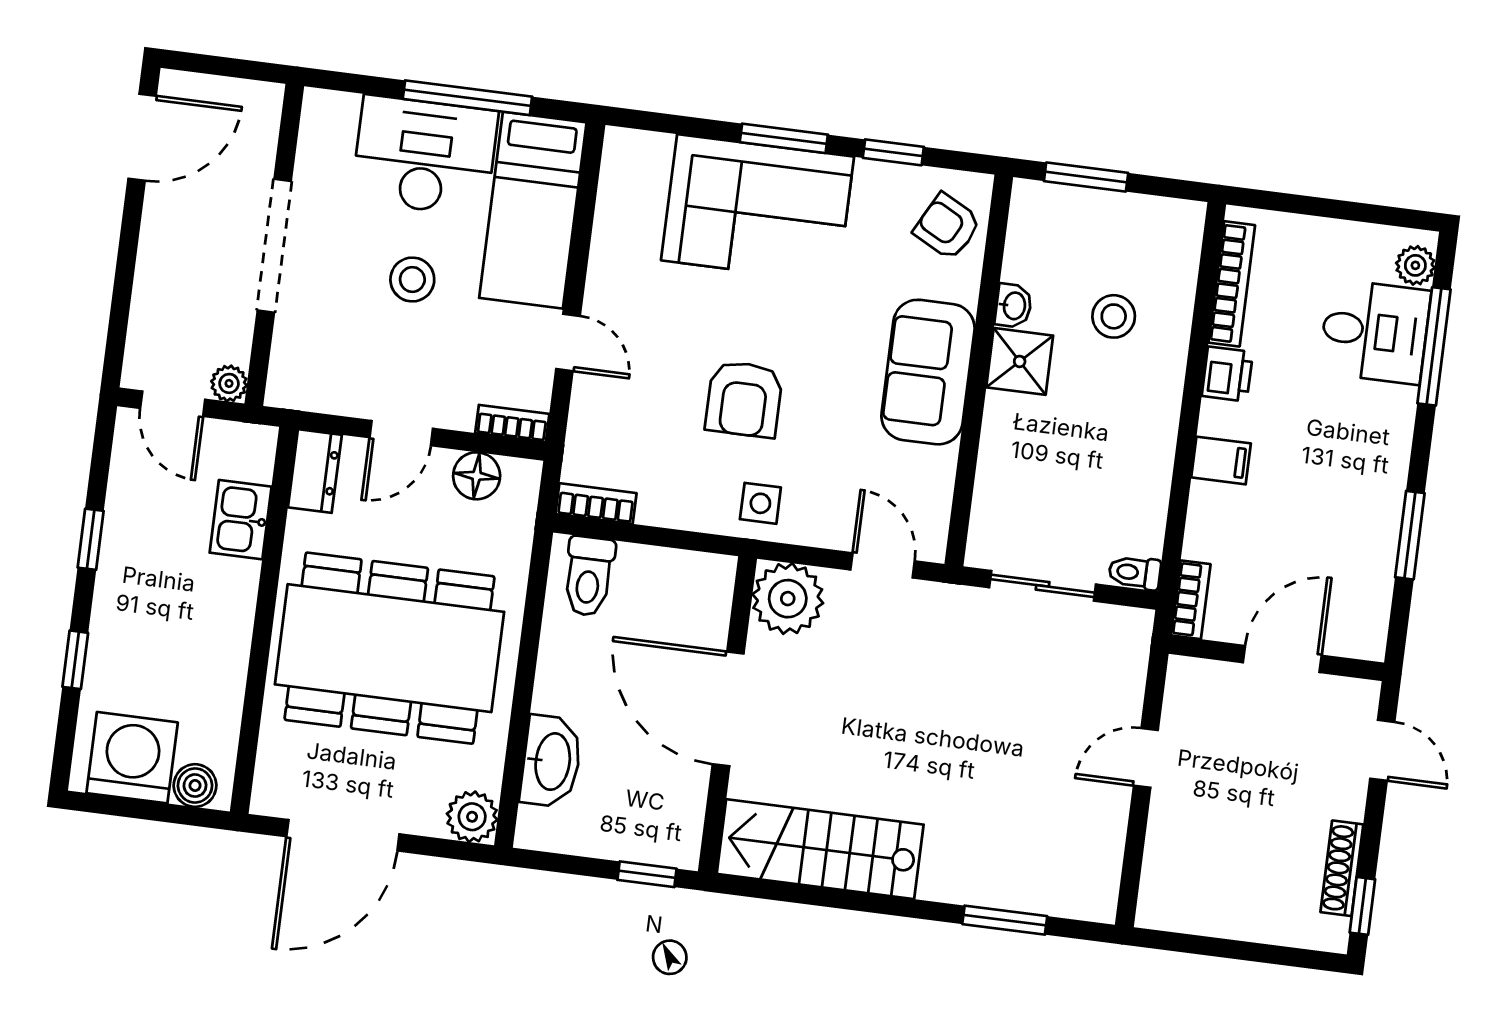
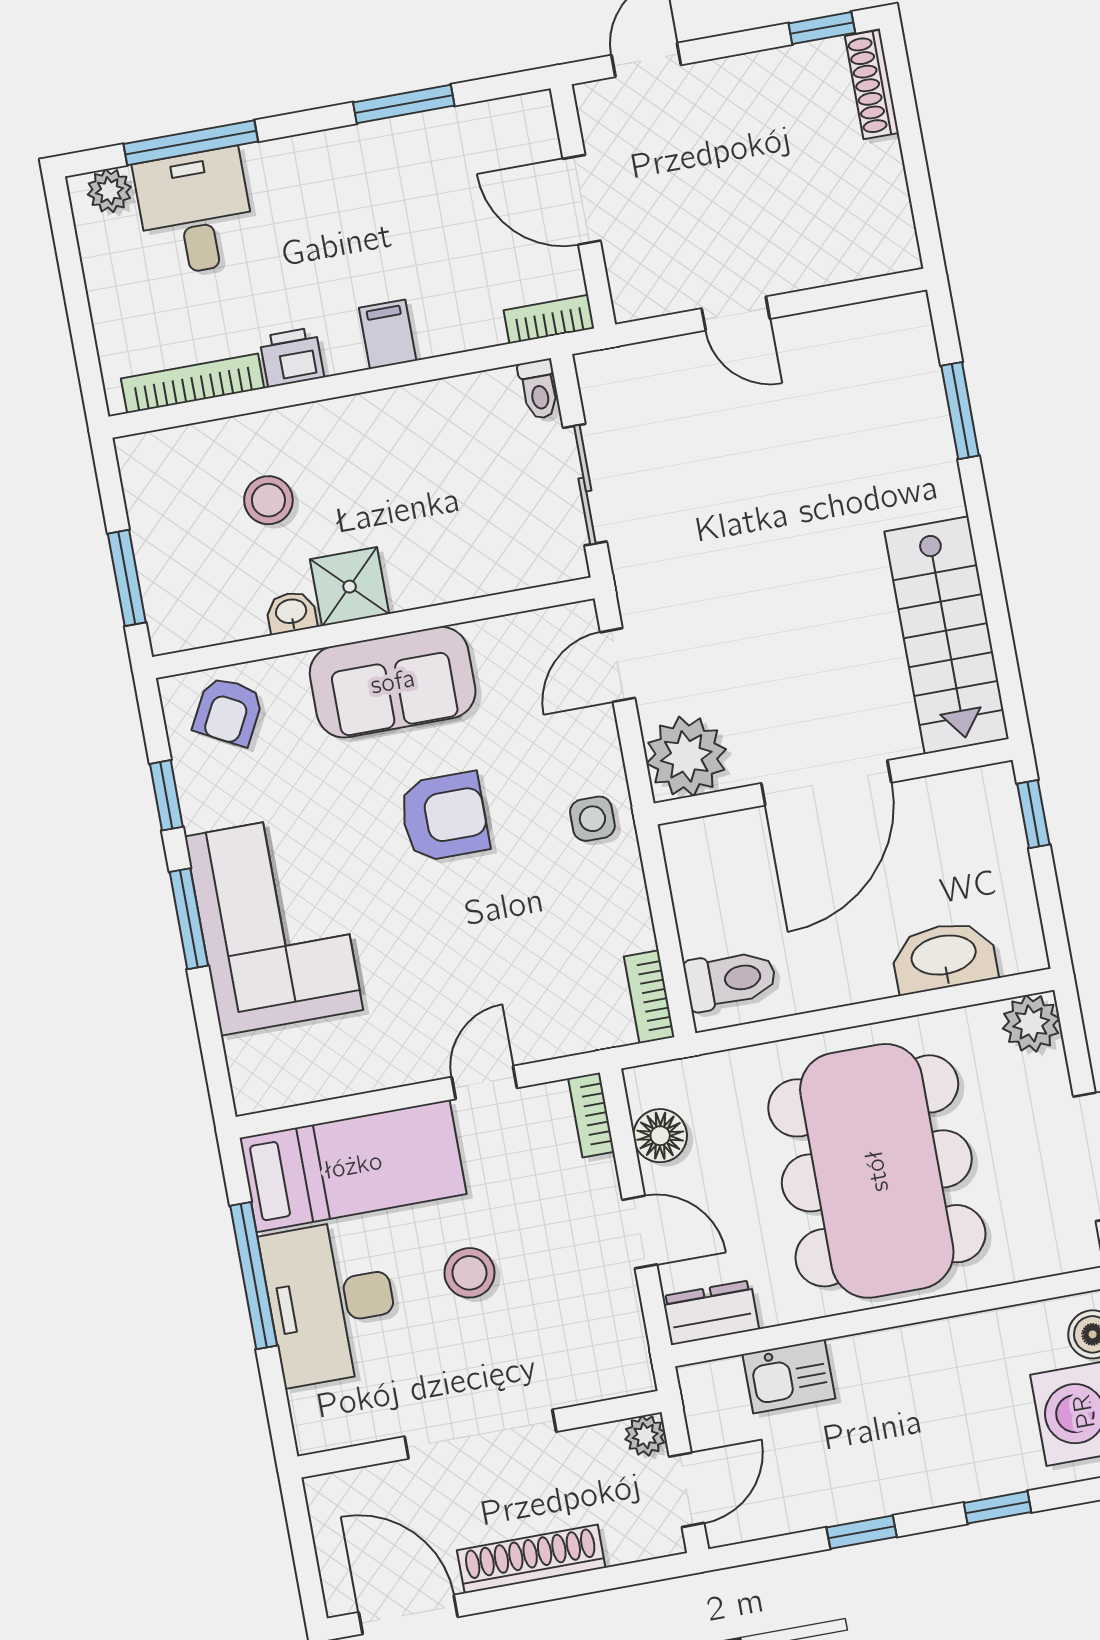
shoe rack: (156, 255) -> (531, 1559), added
armchair: (744, 399) -> (444, 817), moved
shoe rack: (1342, 868) -> (872, 84), moved, turned 90

